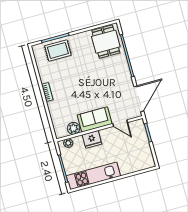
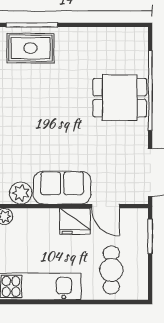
dining table: (106, 42) -> (120, 98), moved, turned 90
fridge: (92, 139) -> (75, 221), moved
cafe table: (132, 156) -> (111, 270), added

